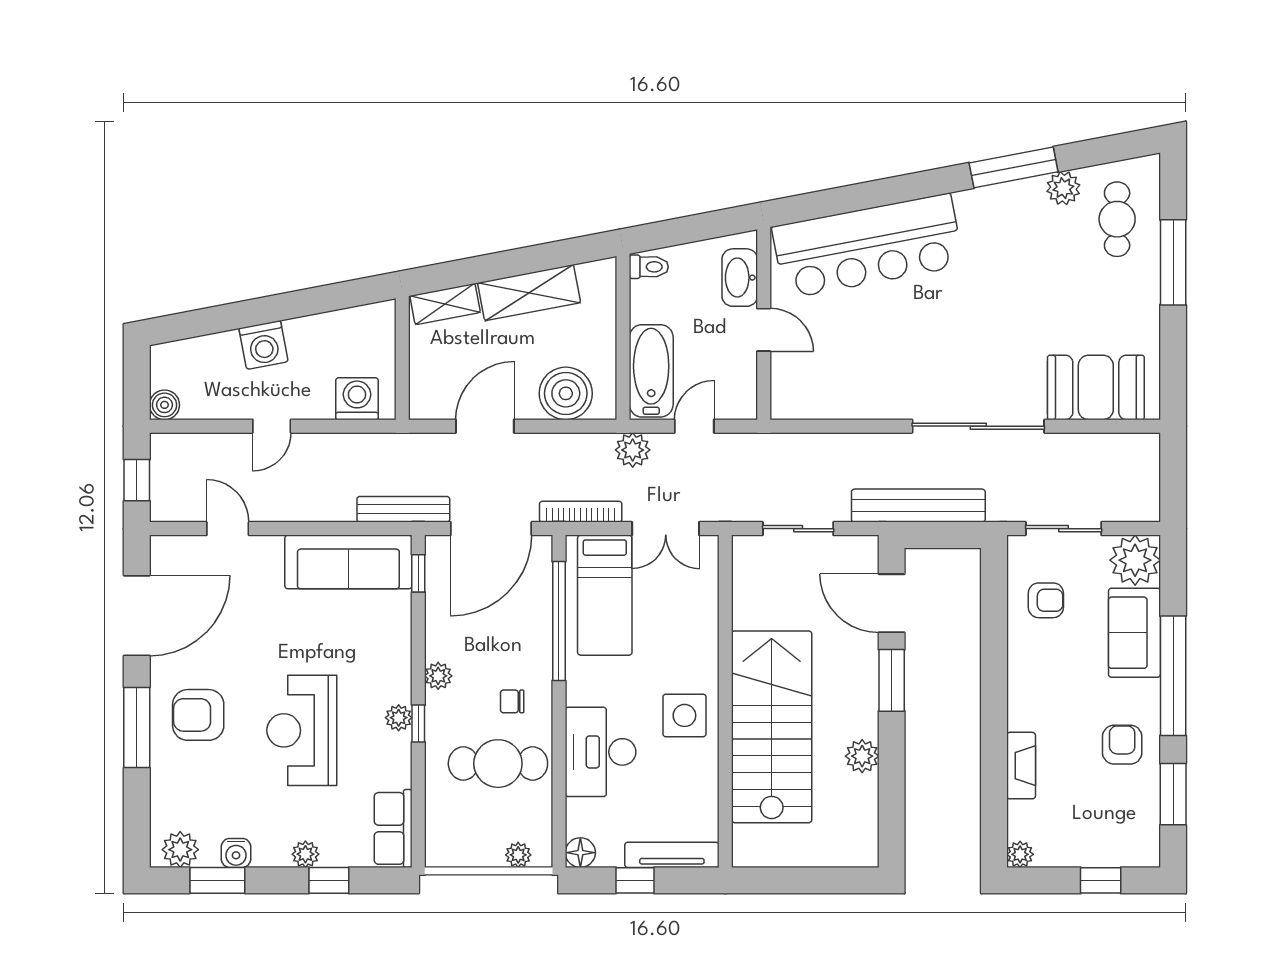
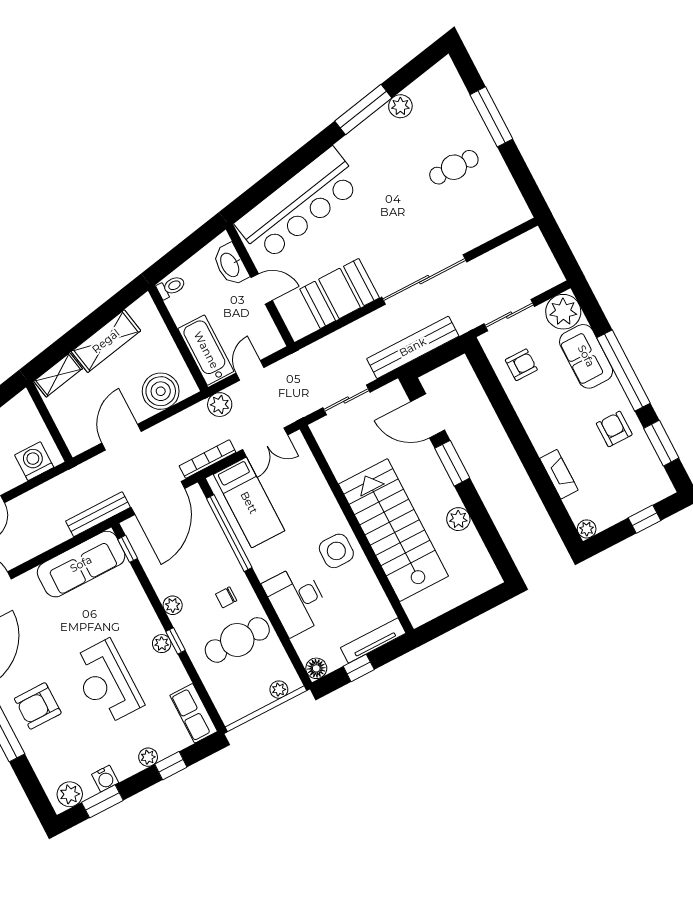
cafe table: (1117, 219) -> (454, 167), moved, turned 90
booth: (1096, 387) -> (340, 293), moved

